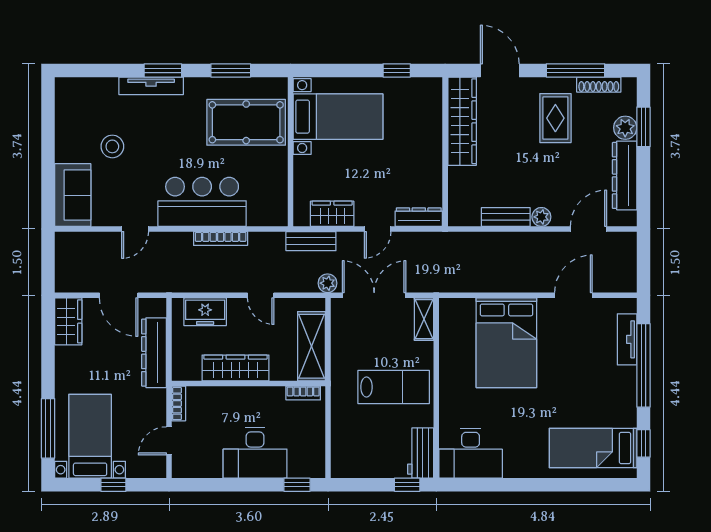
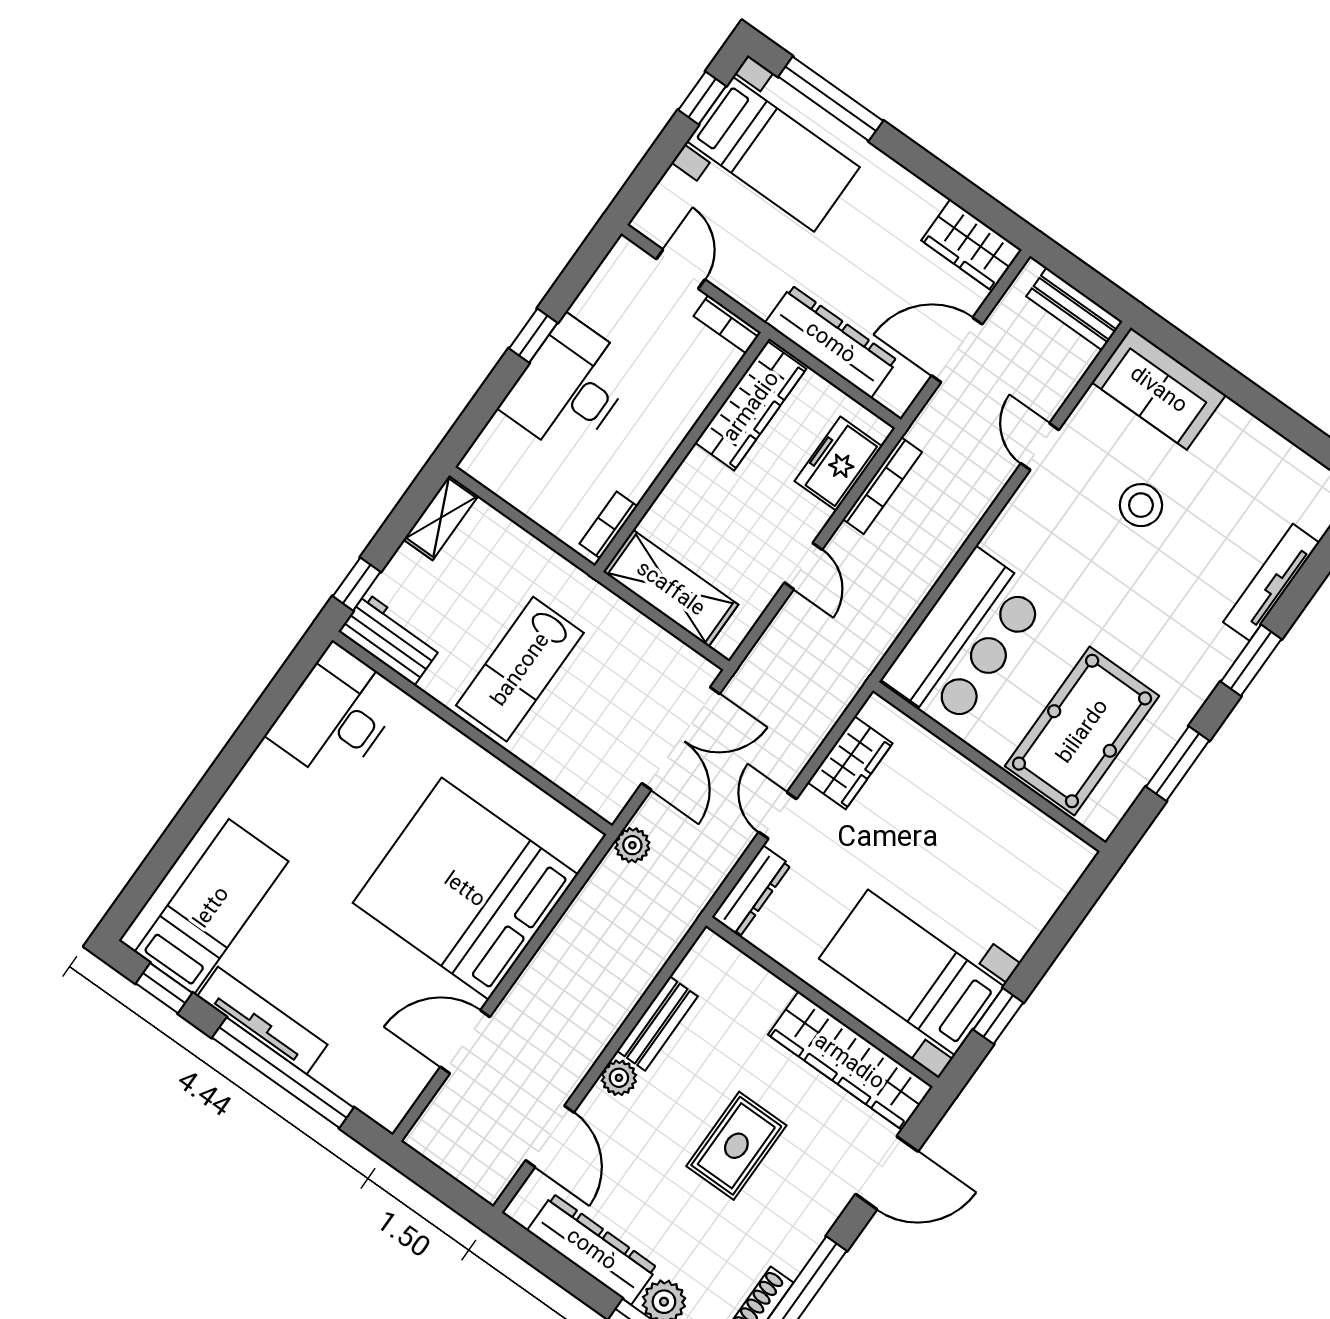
tv unit: (151, 86) -> (1271, 582), moved
bed with nightstands: (338, 117) -> (911, 972), moved, turned 90
rug: (555, 118) -> (736, 1146), moved, turned 90
stool: (112, 146) -> (1141, 505), moved
bar counter: (202, 202) -> (965, 639), moved
bookcase: (221, 239) -> (882, 486), moved, turned 180
bench: (311, 241) -> (1074, 309), moved, turned 90
plant: (327, 283) -> (632, 845), moved
door: (261, 295) -> (803, 566), swing flipped
door: (573, 295) -> (465, 1042), swing flipped
shelving: (424, 319) -> (441, 518), moved, turned 90
tv unit: (627, 339) -> (262, 1020), moved, width x1.41
bed: (506, 343) -> (465, 889), width x1.36
wardrobe: (235, 368) -> (751, 406), moved
window: (113, 485) -> (702, 98), moved
window: (297, 485) -> (533, 336), moved

